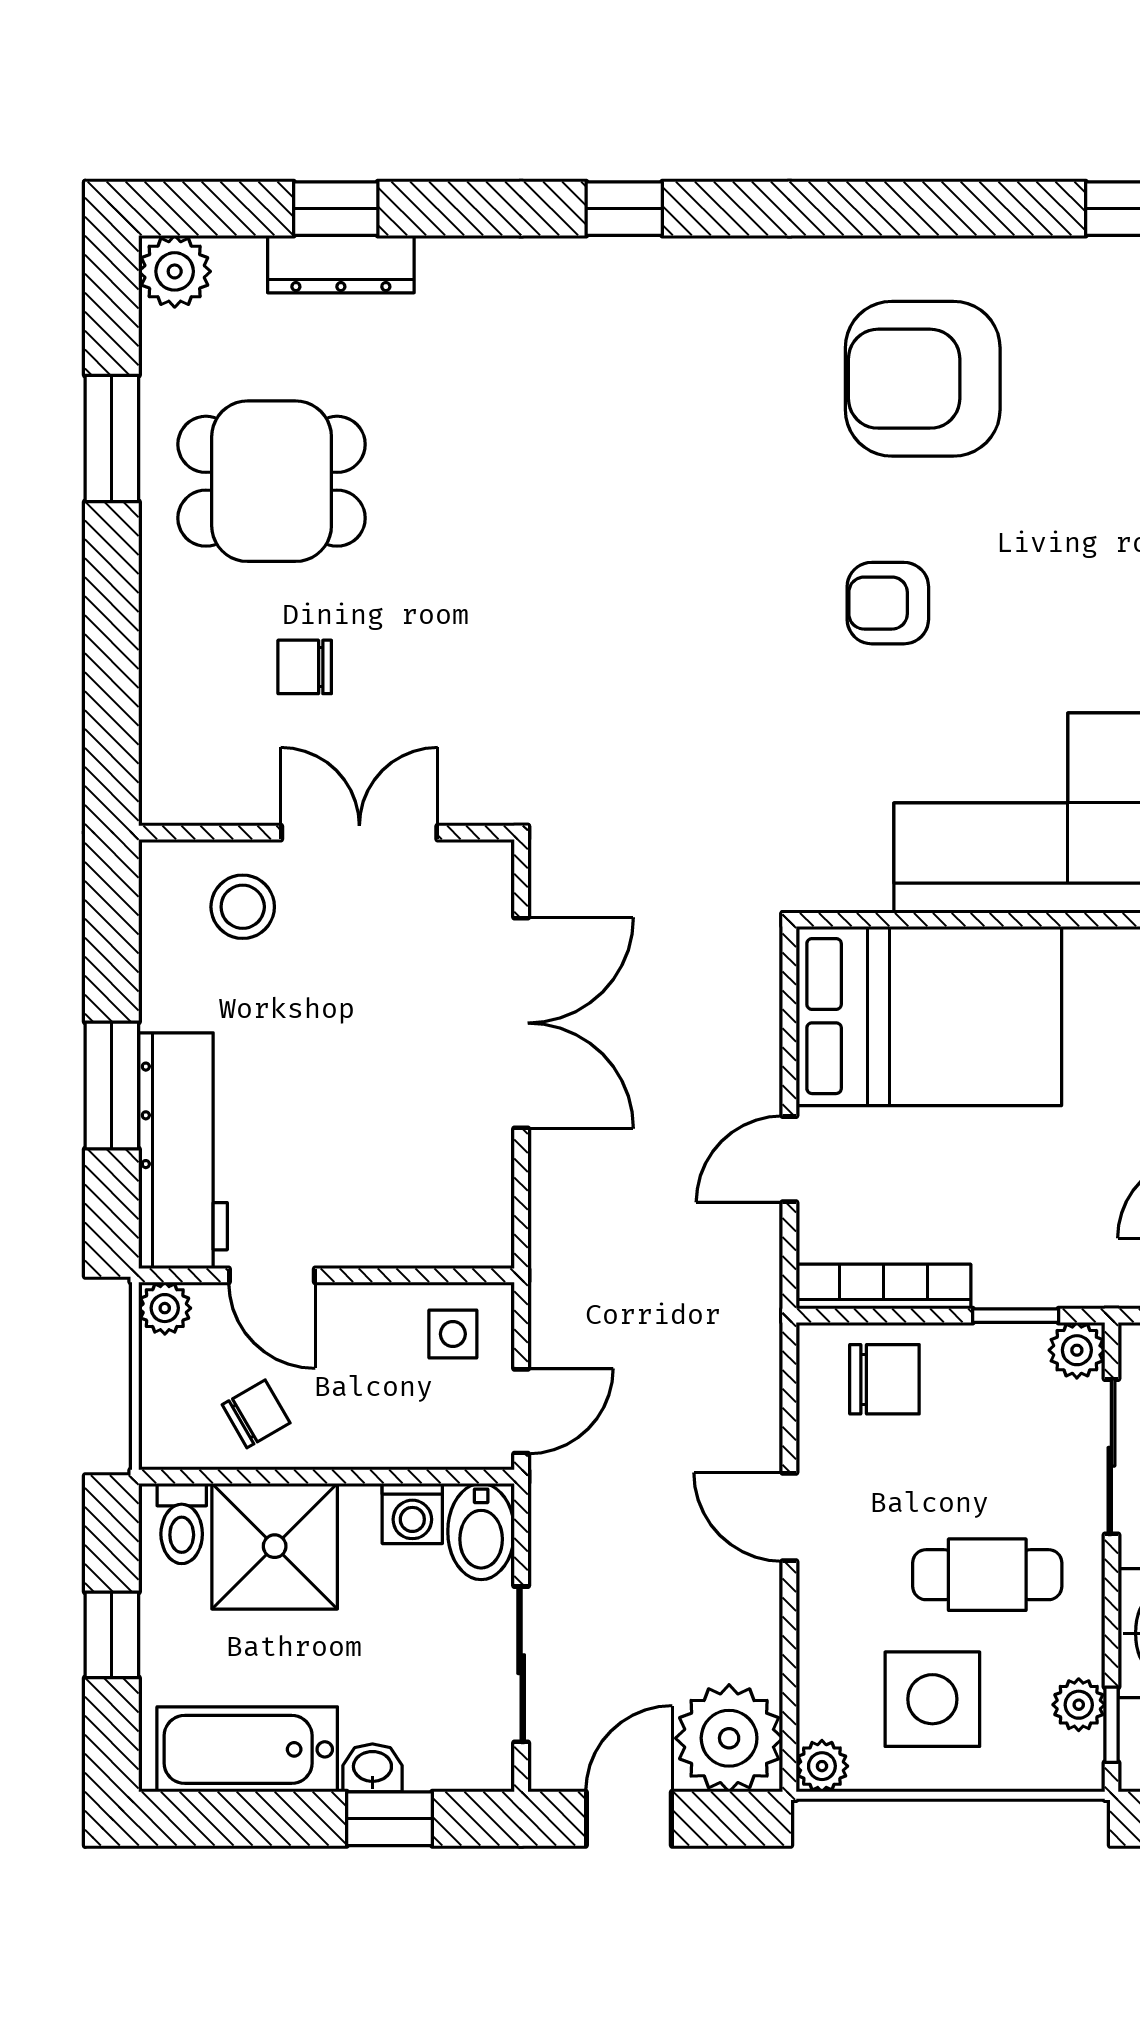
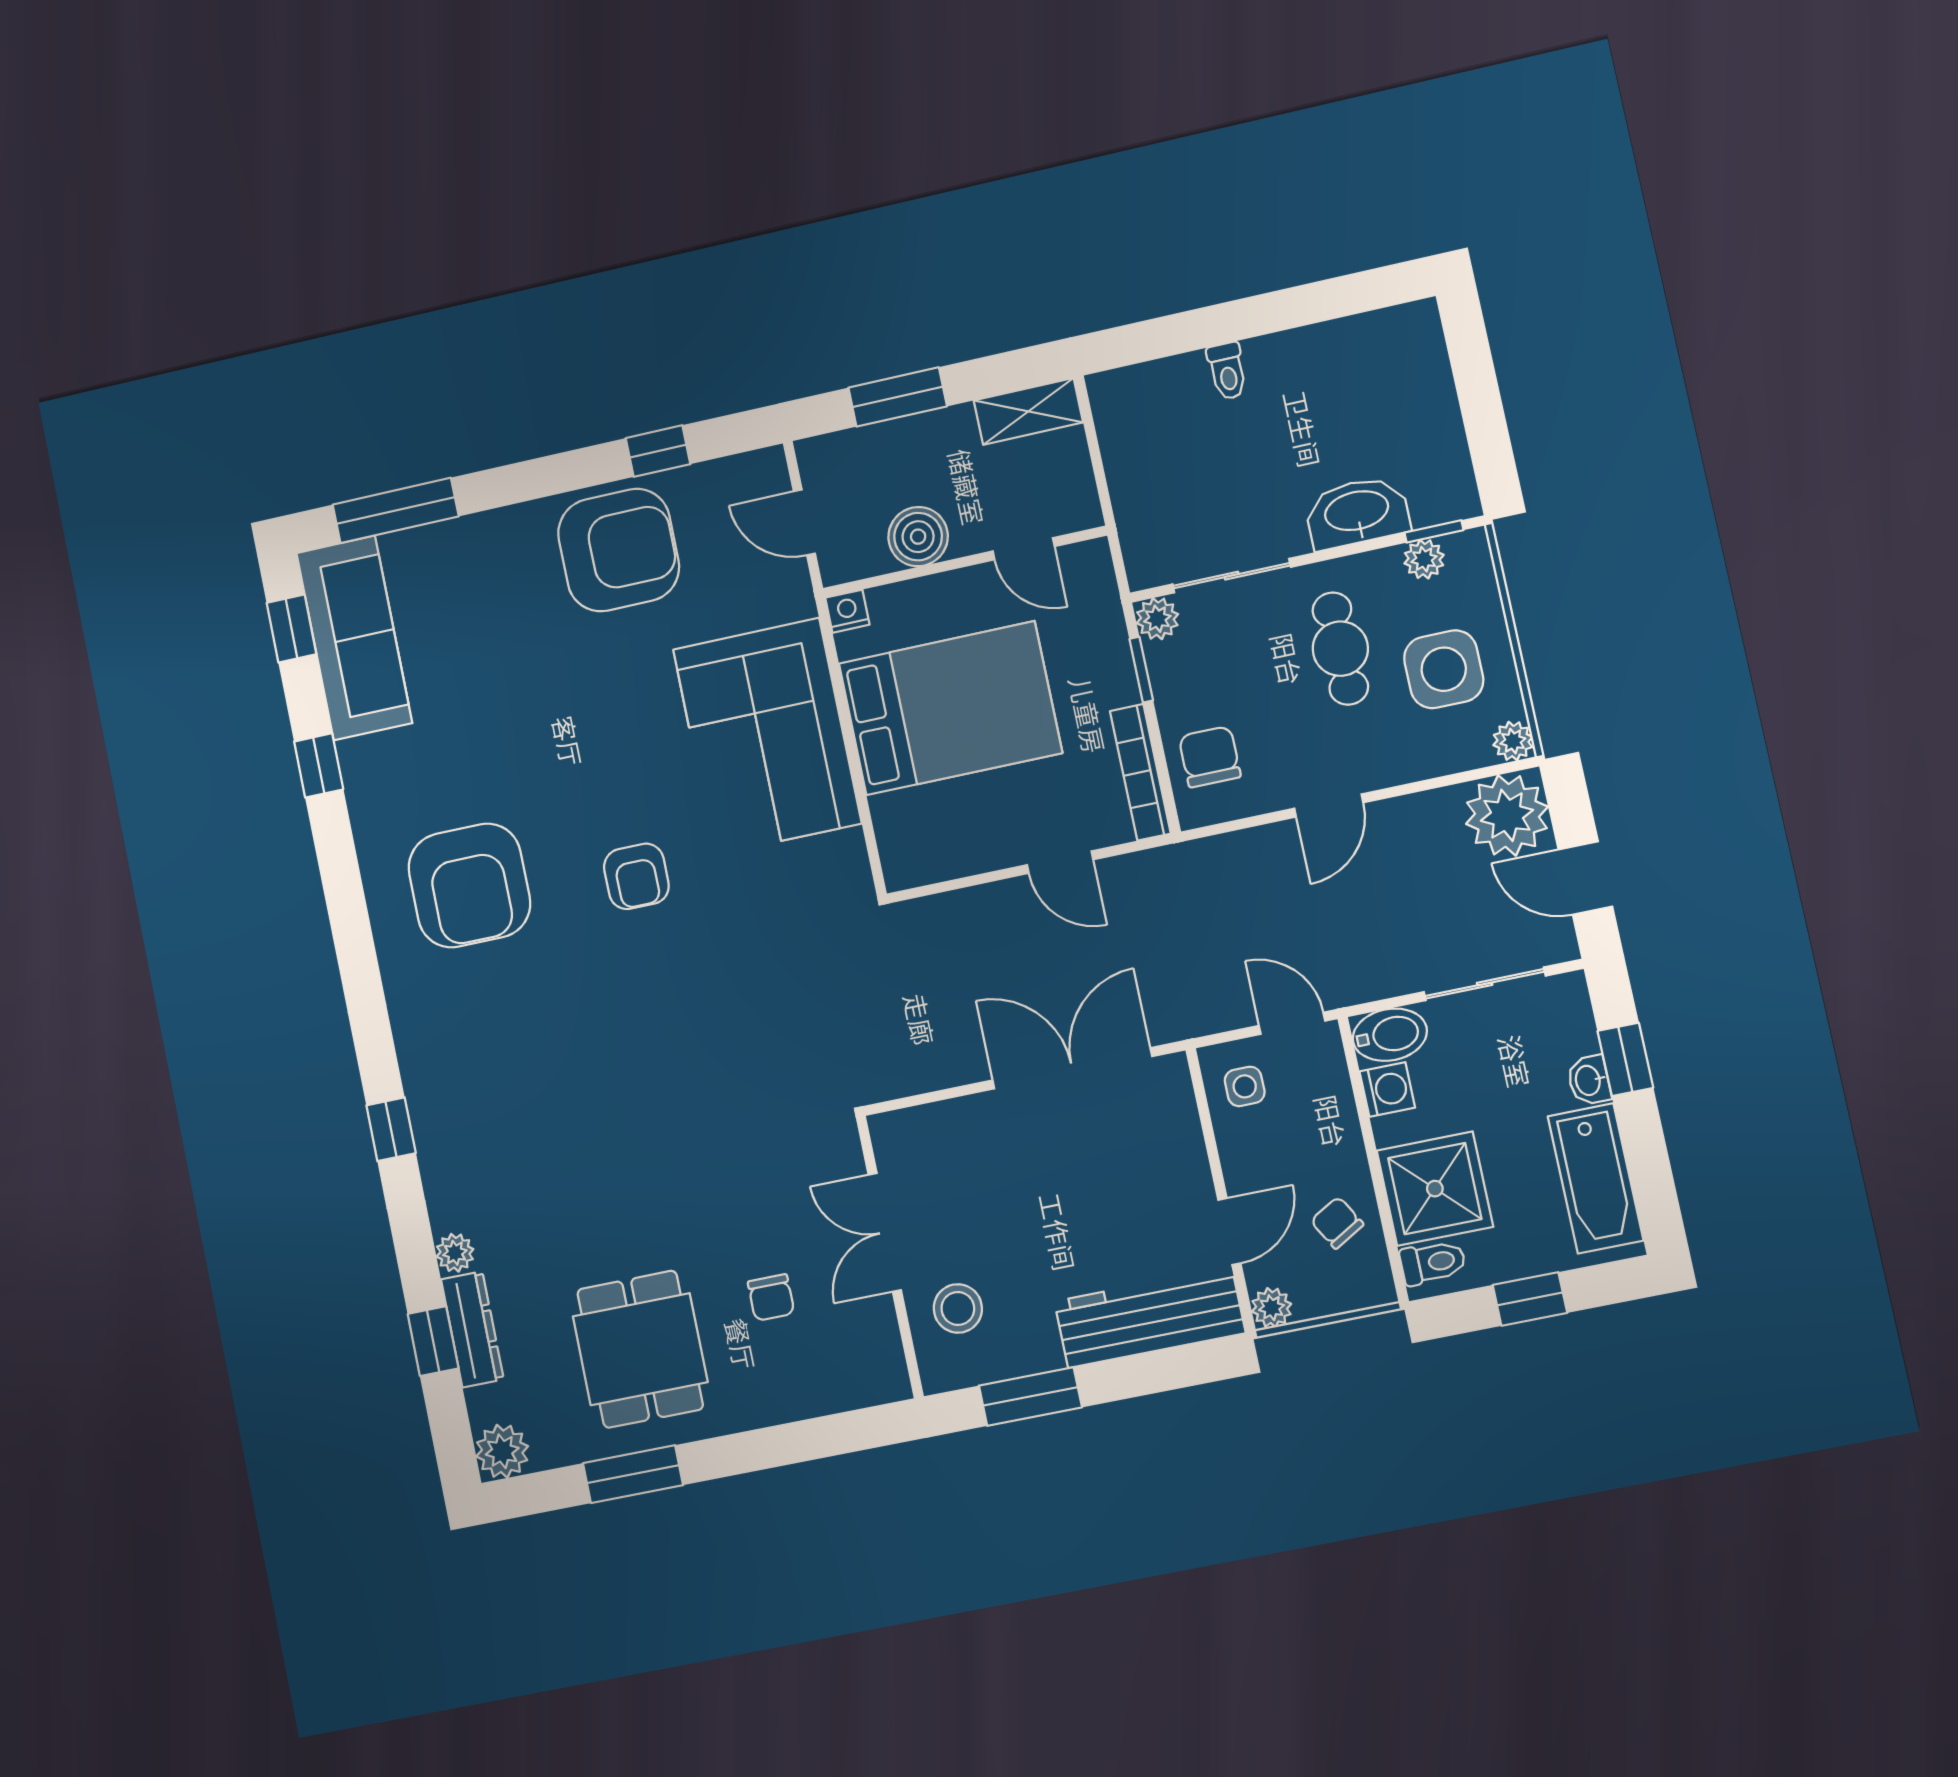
plant: (445, 261) -> (455, 1253), added
bed: (929, 1016) -> (950, 708), moved, turned 90
double door: (521, 1023) -> (1072, 1068), moved
window: (112, 1086) -> (1030, 1397), moved

